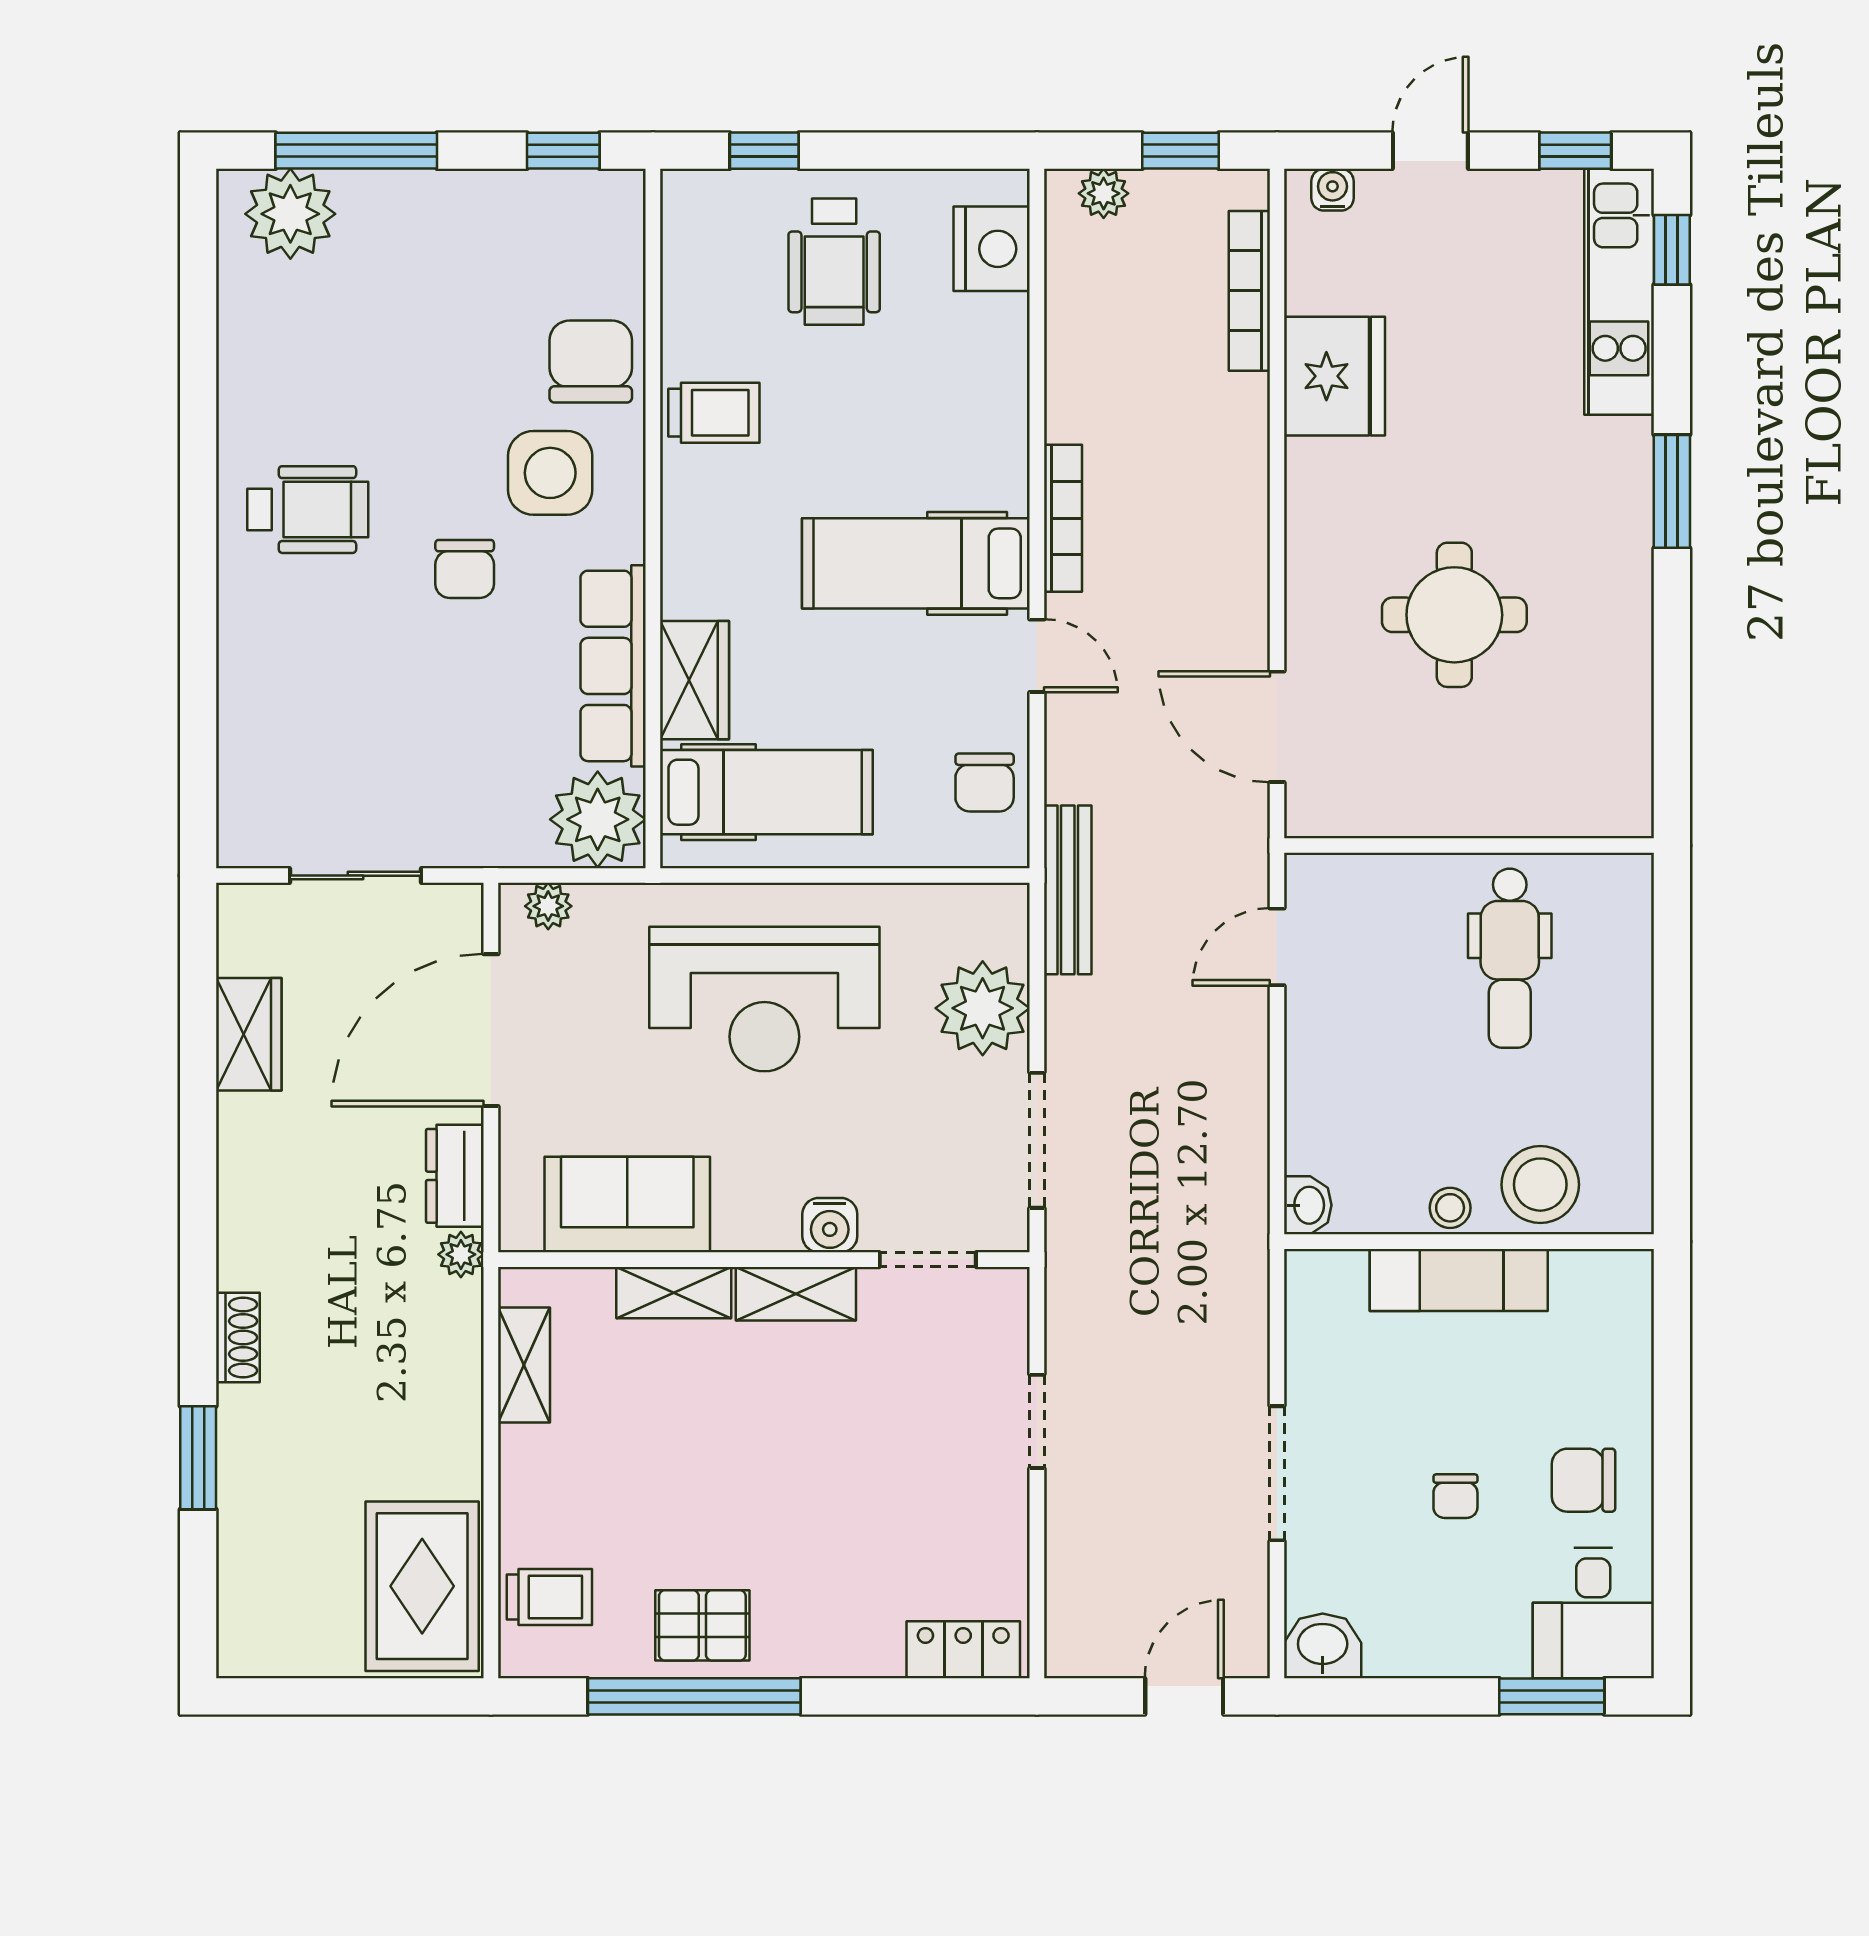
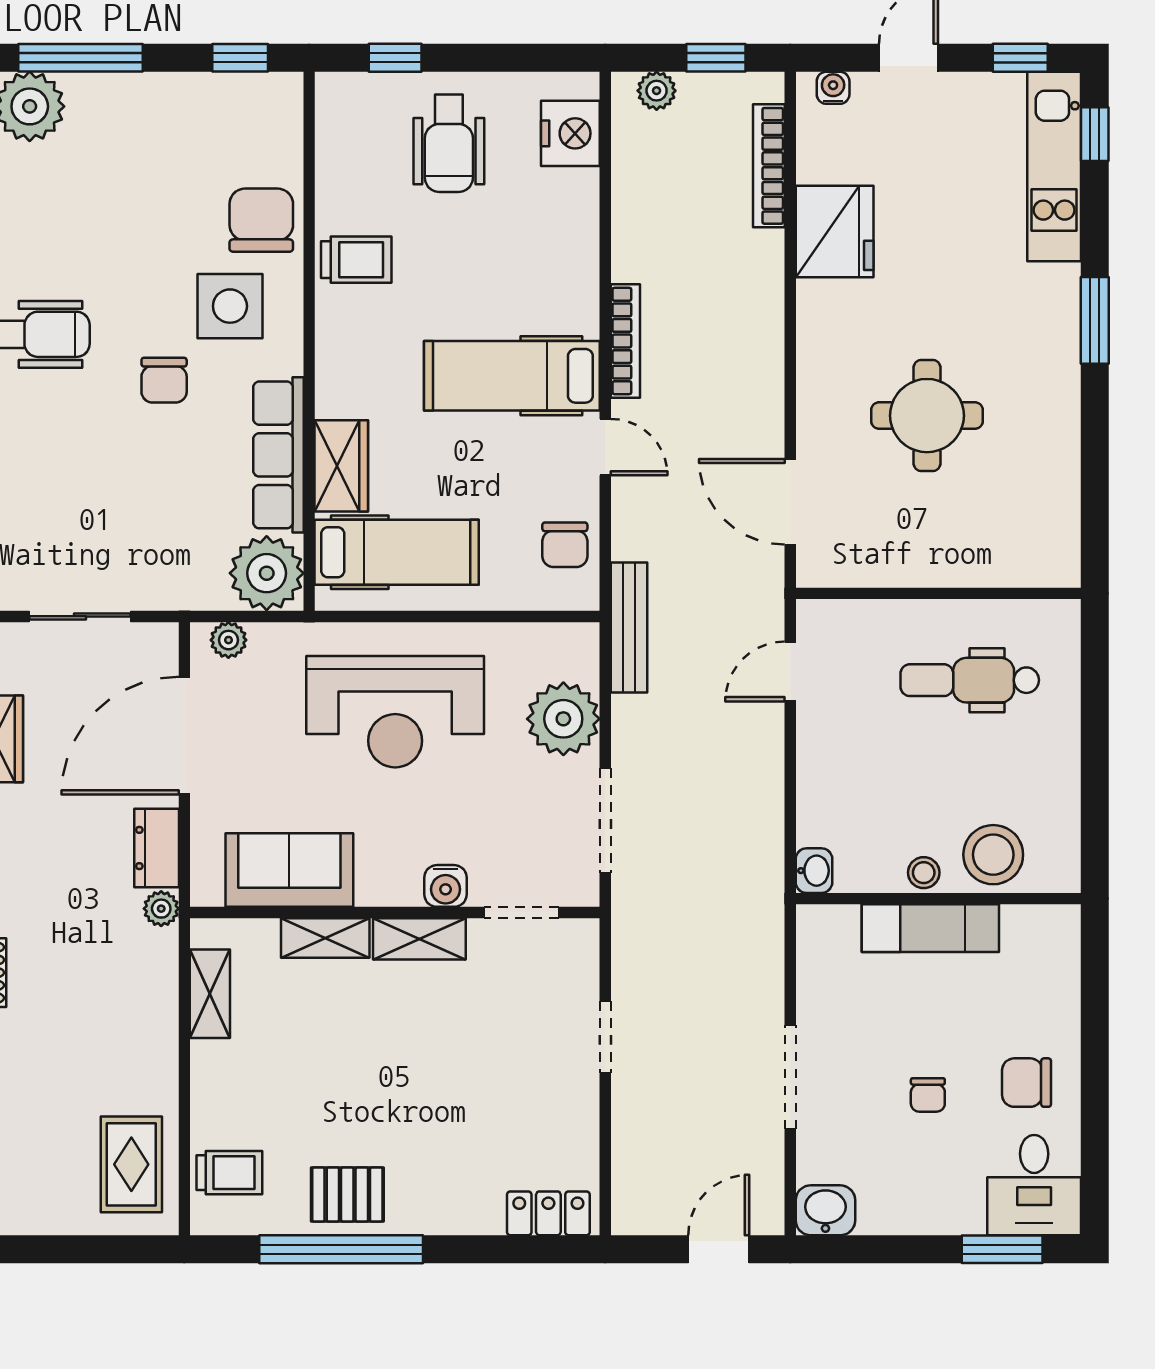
dental chair: (1510, 958) -> (970, 680), turned 90
rug: (422, 1586) -> (131, 1164), width x0.73, depth x0.70

